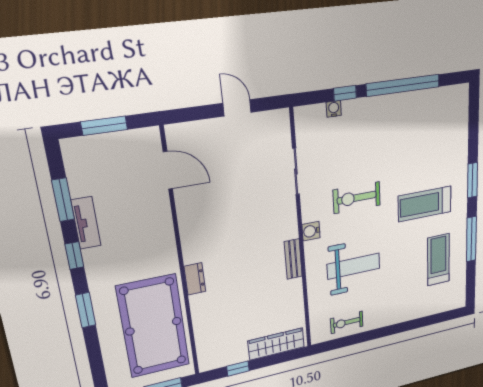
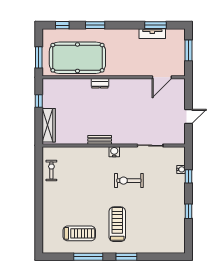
window: (403, 85) -> (189, 211), width x0.32
exercise bike: (357, 198) -> (129, 181), turned -90
tv unit: (86, 223) -> (152, 34), moved
window: (74, 255) -> (62, 25), moved
weight bench: (354, 266) -> (87, 177), removed

